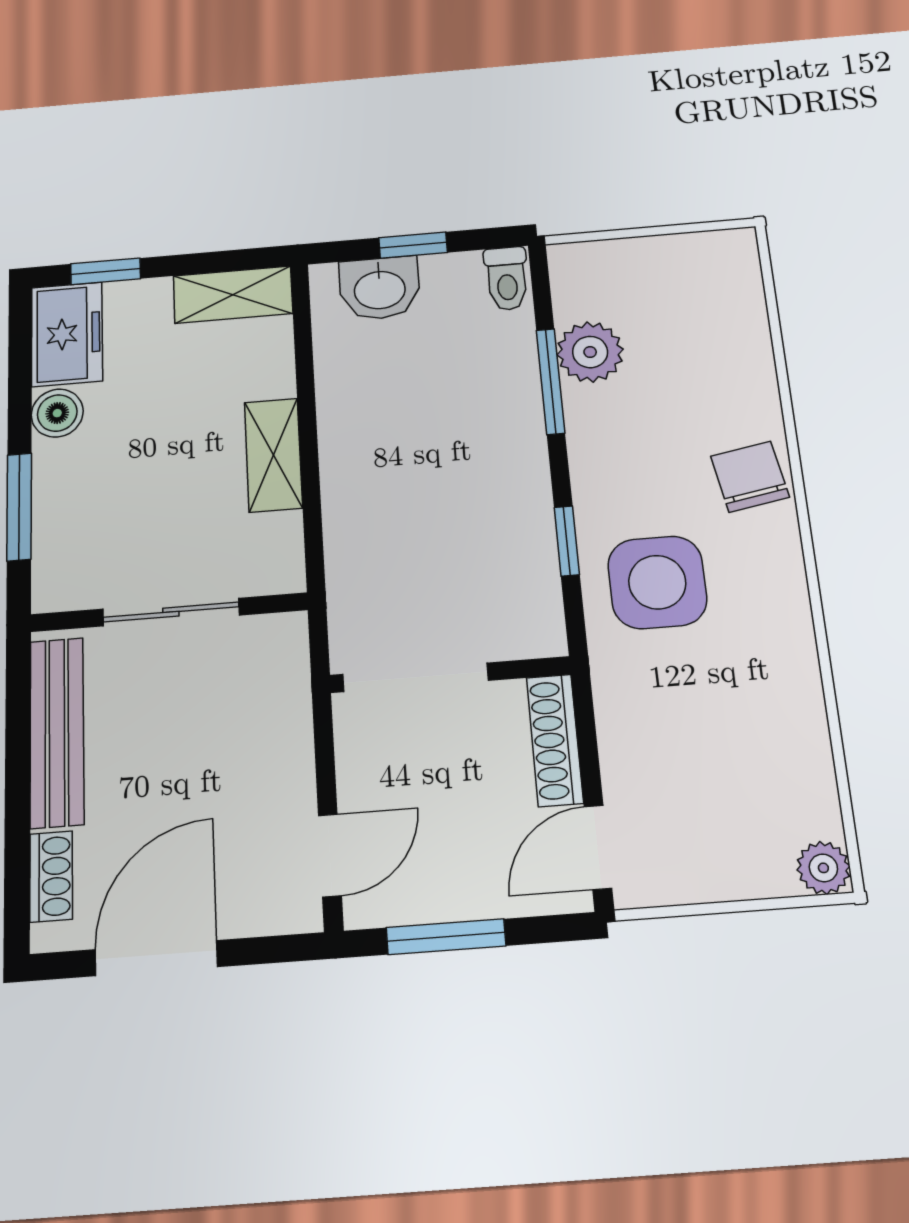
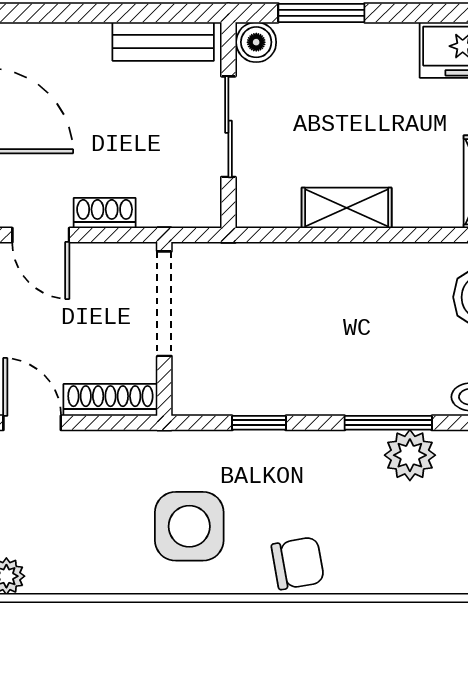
boiler: (57, 413) -> (256, 42), moved
side table: (657, 582) -> (189, 526), moved
bench: (57, 732) -> (163, 41), width x0.73
shoe rack: (51, 876) -> (105, 213), moved, turned 180

